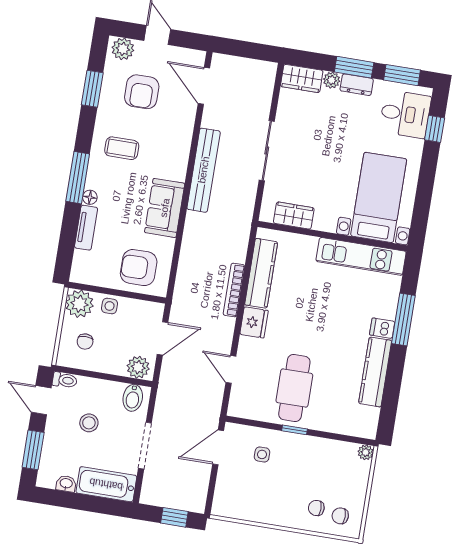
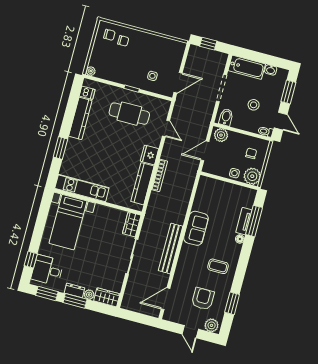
door: (204, 86) -> (165, 299), swing flipped
window: (78, 178) -> (254, 221), moved
wardrobe: (294, 216) -> (132, 224), moved, turned 90
armchair: (139, 268) -> (215, 194), removed
window: (403, 319) -> (60, 148), width x0.69
dishwasher: (382, 328) -> (87, 93), moved
cafe table: (294, 388) -> (129, 114), turned 90

